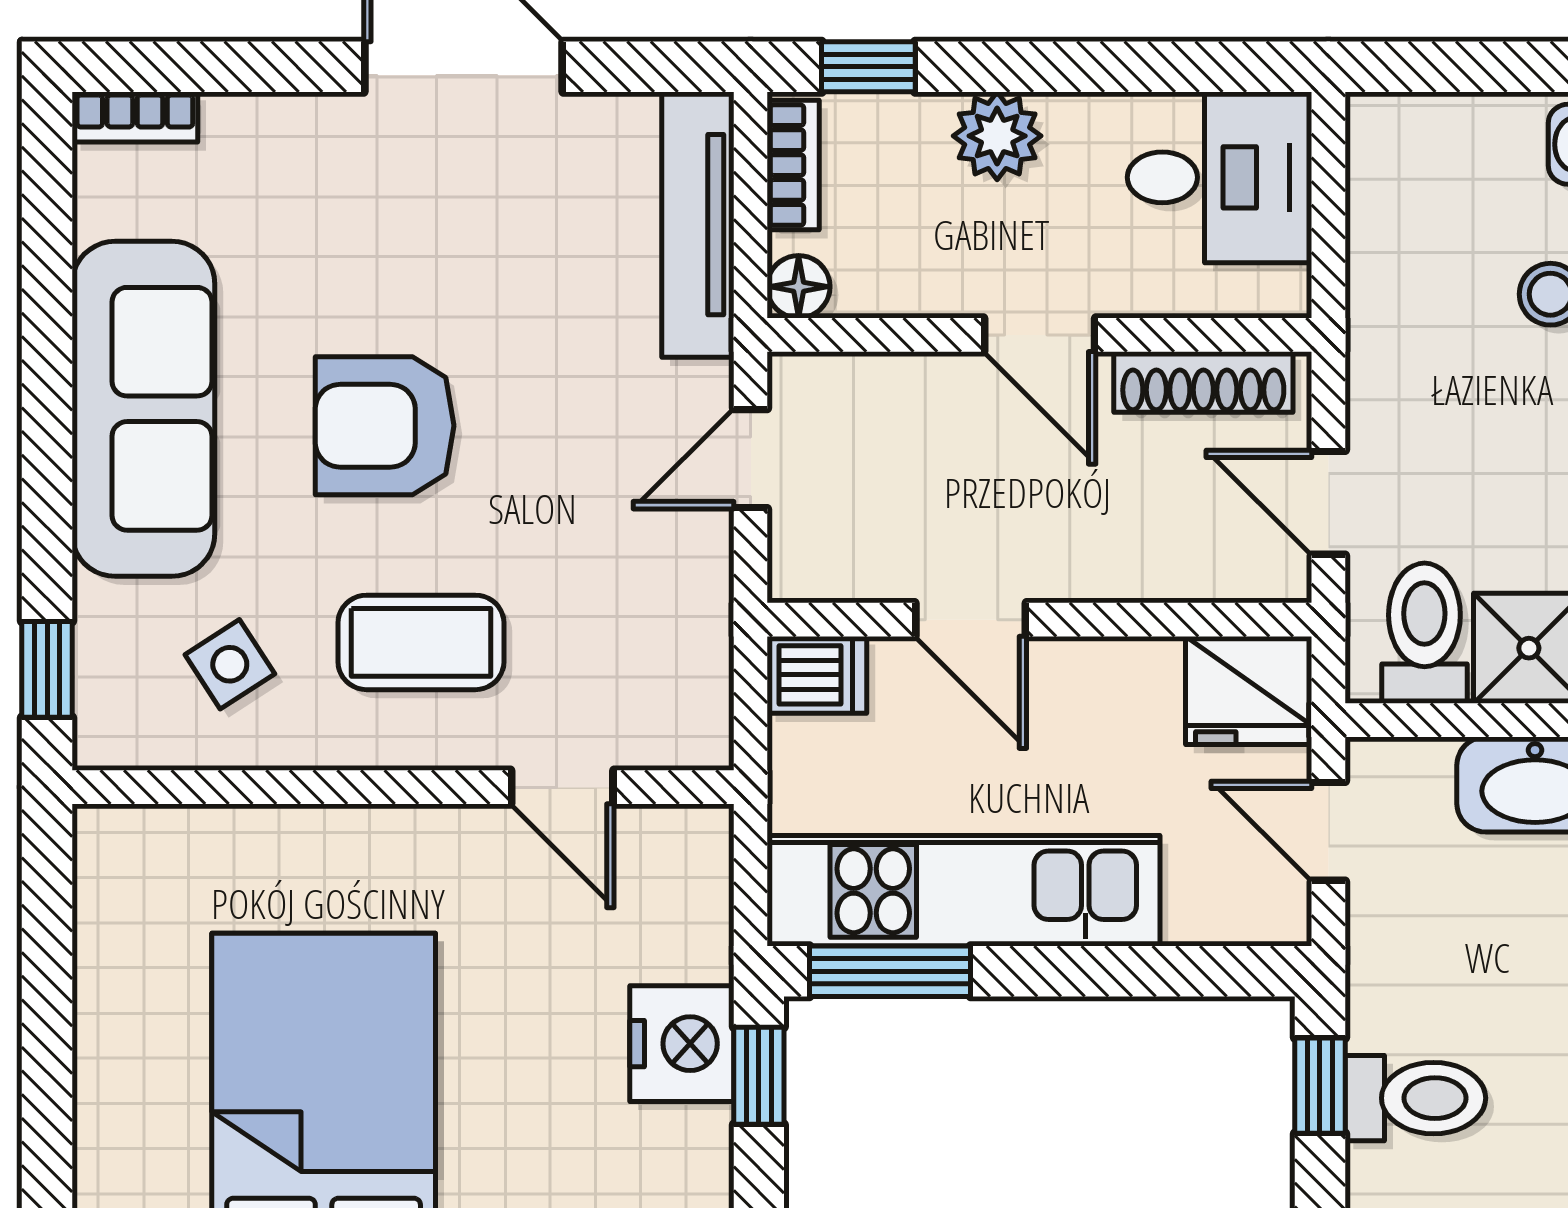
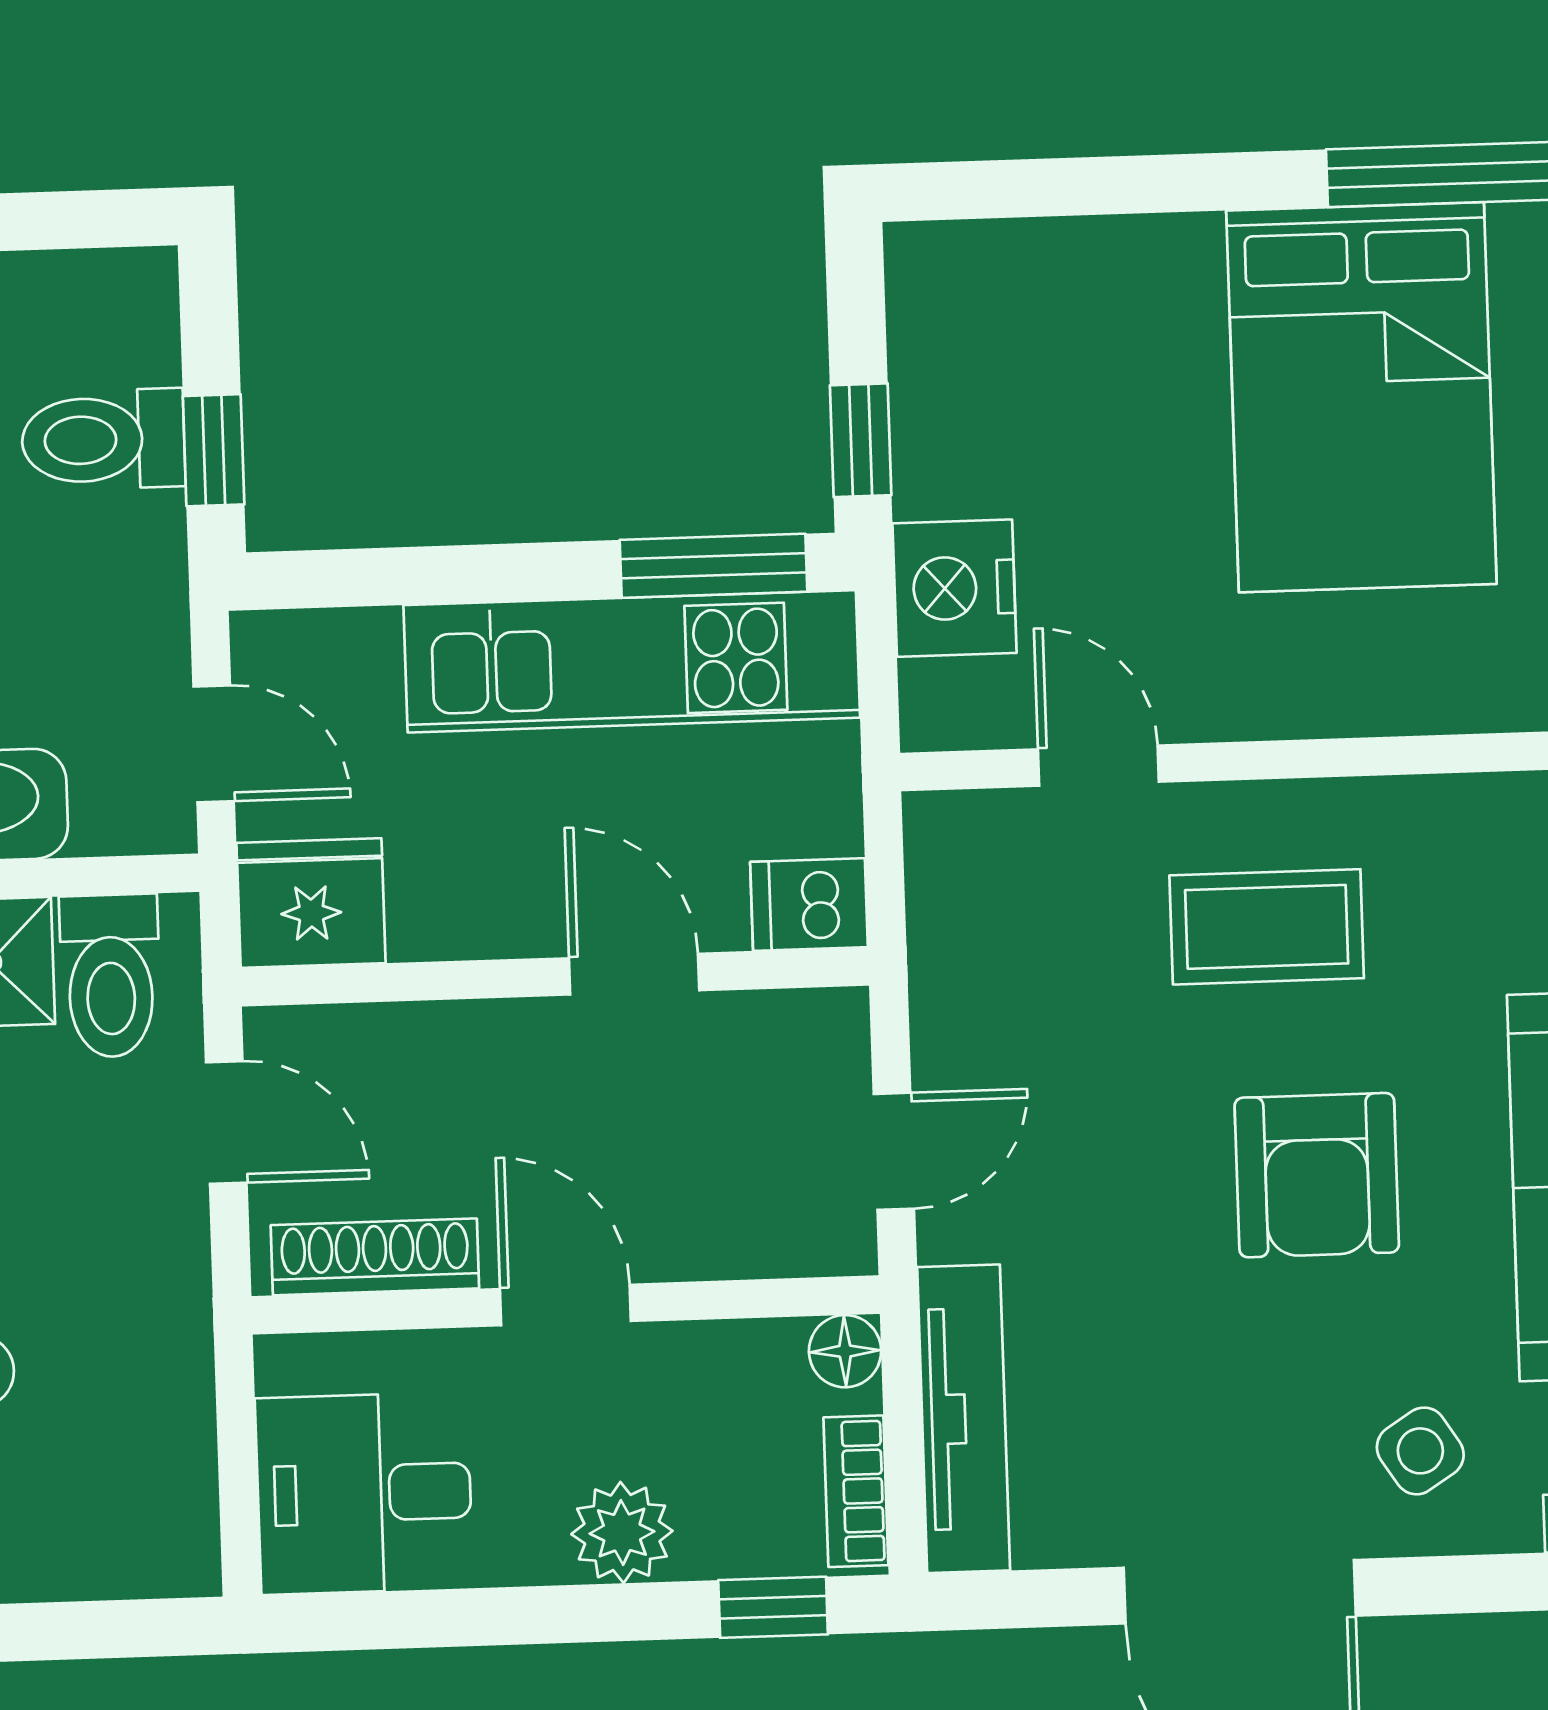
armchair: (385, 426) -> (1317, 1175), turned 90
side table: (230, 664) -> (1420, 1451), moved
nightstand: (682, 1044) -> (954, 588), moved

